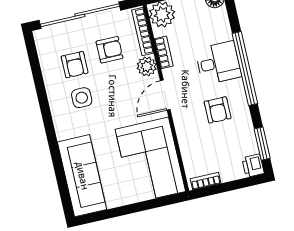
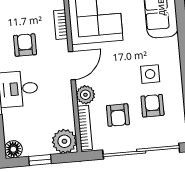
armchair: (109, 50) -> (118, 115), turned -90
bookcase: (164, 52) -> (61, 25), moved

